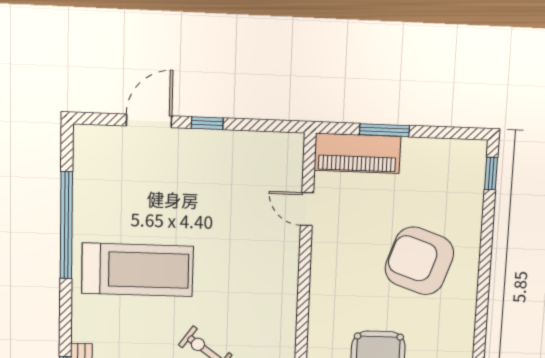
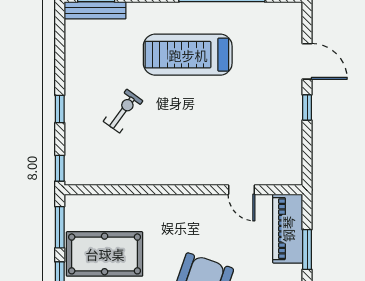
door: (307, 209) -> (241, 190), swing flipped
treadmill: (138, 270) -> (188, 55), turned 90

